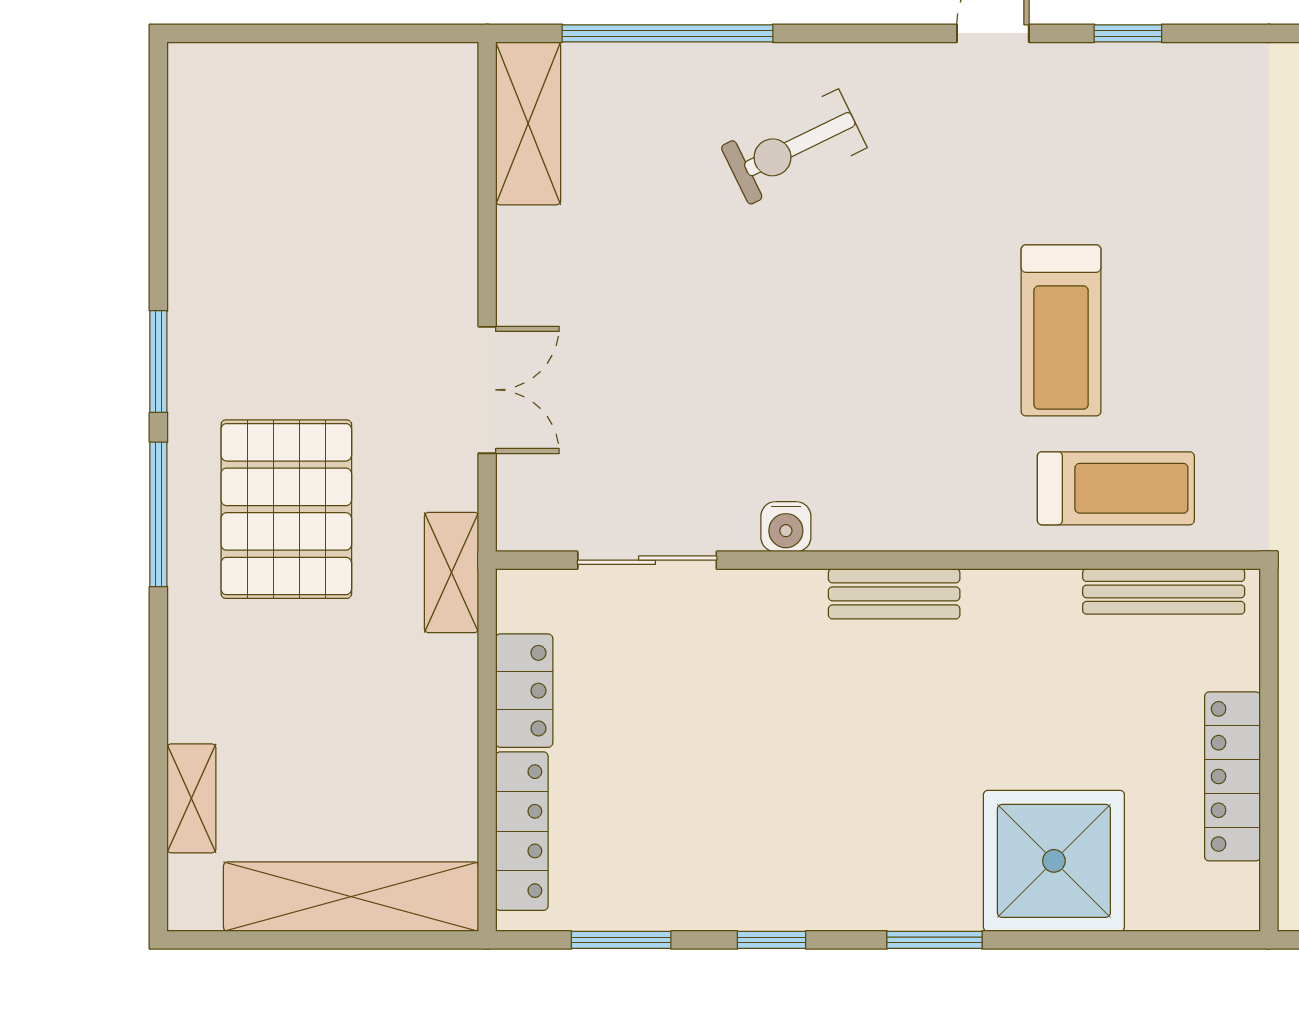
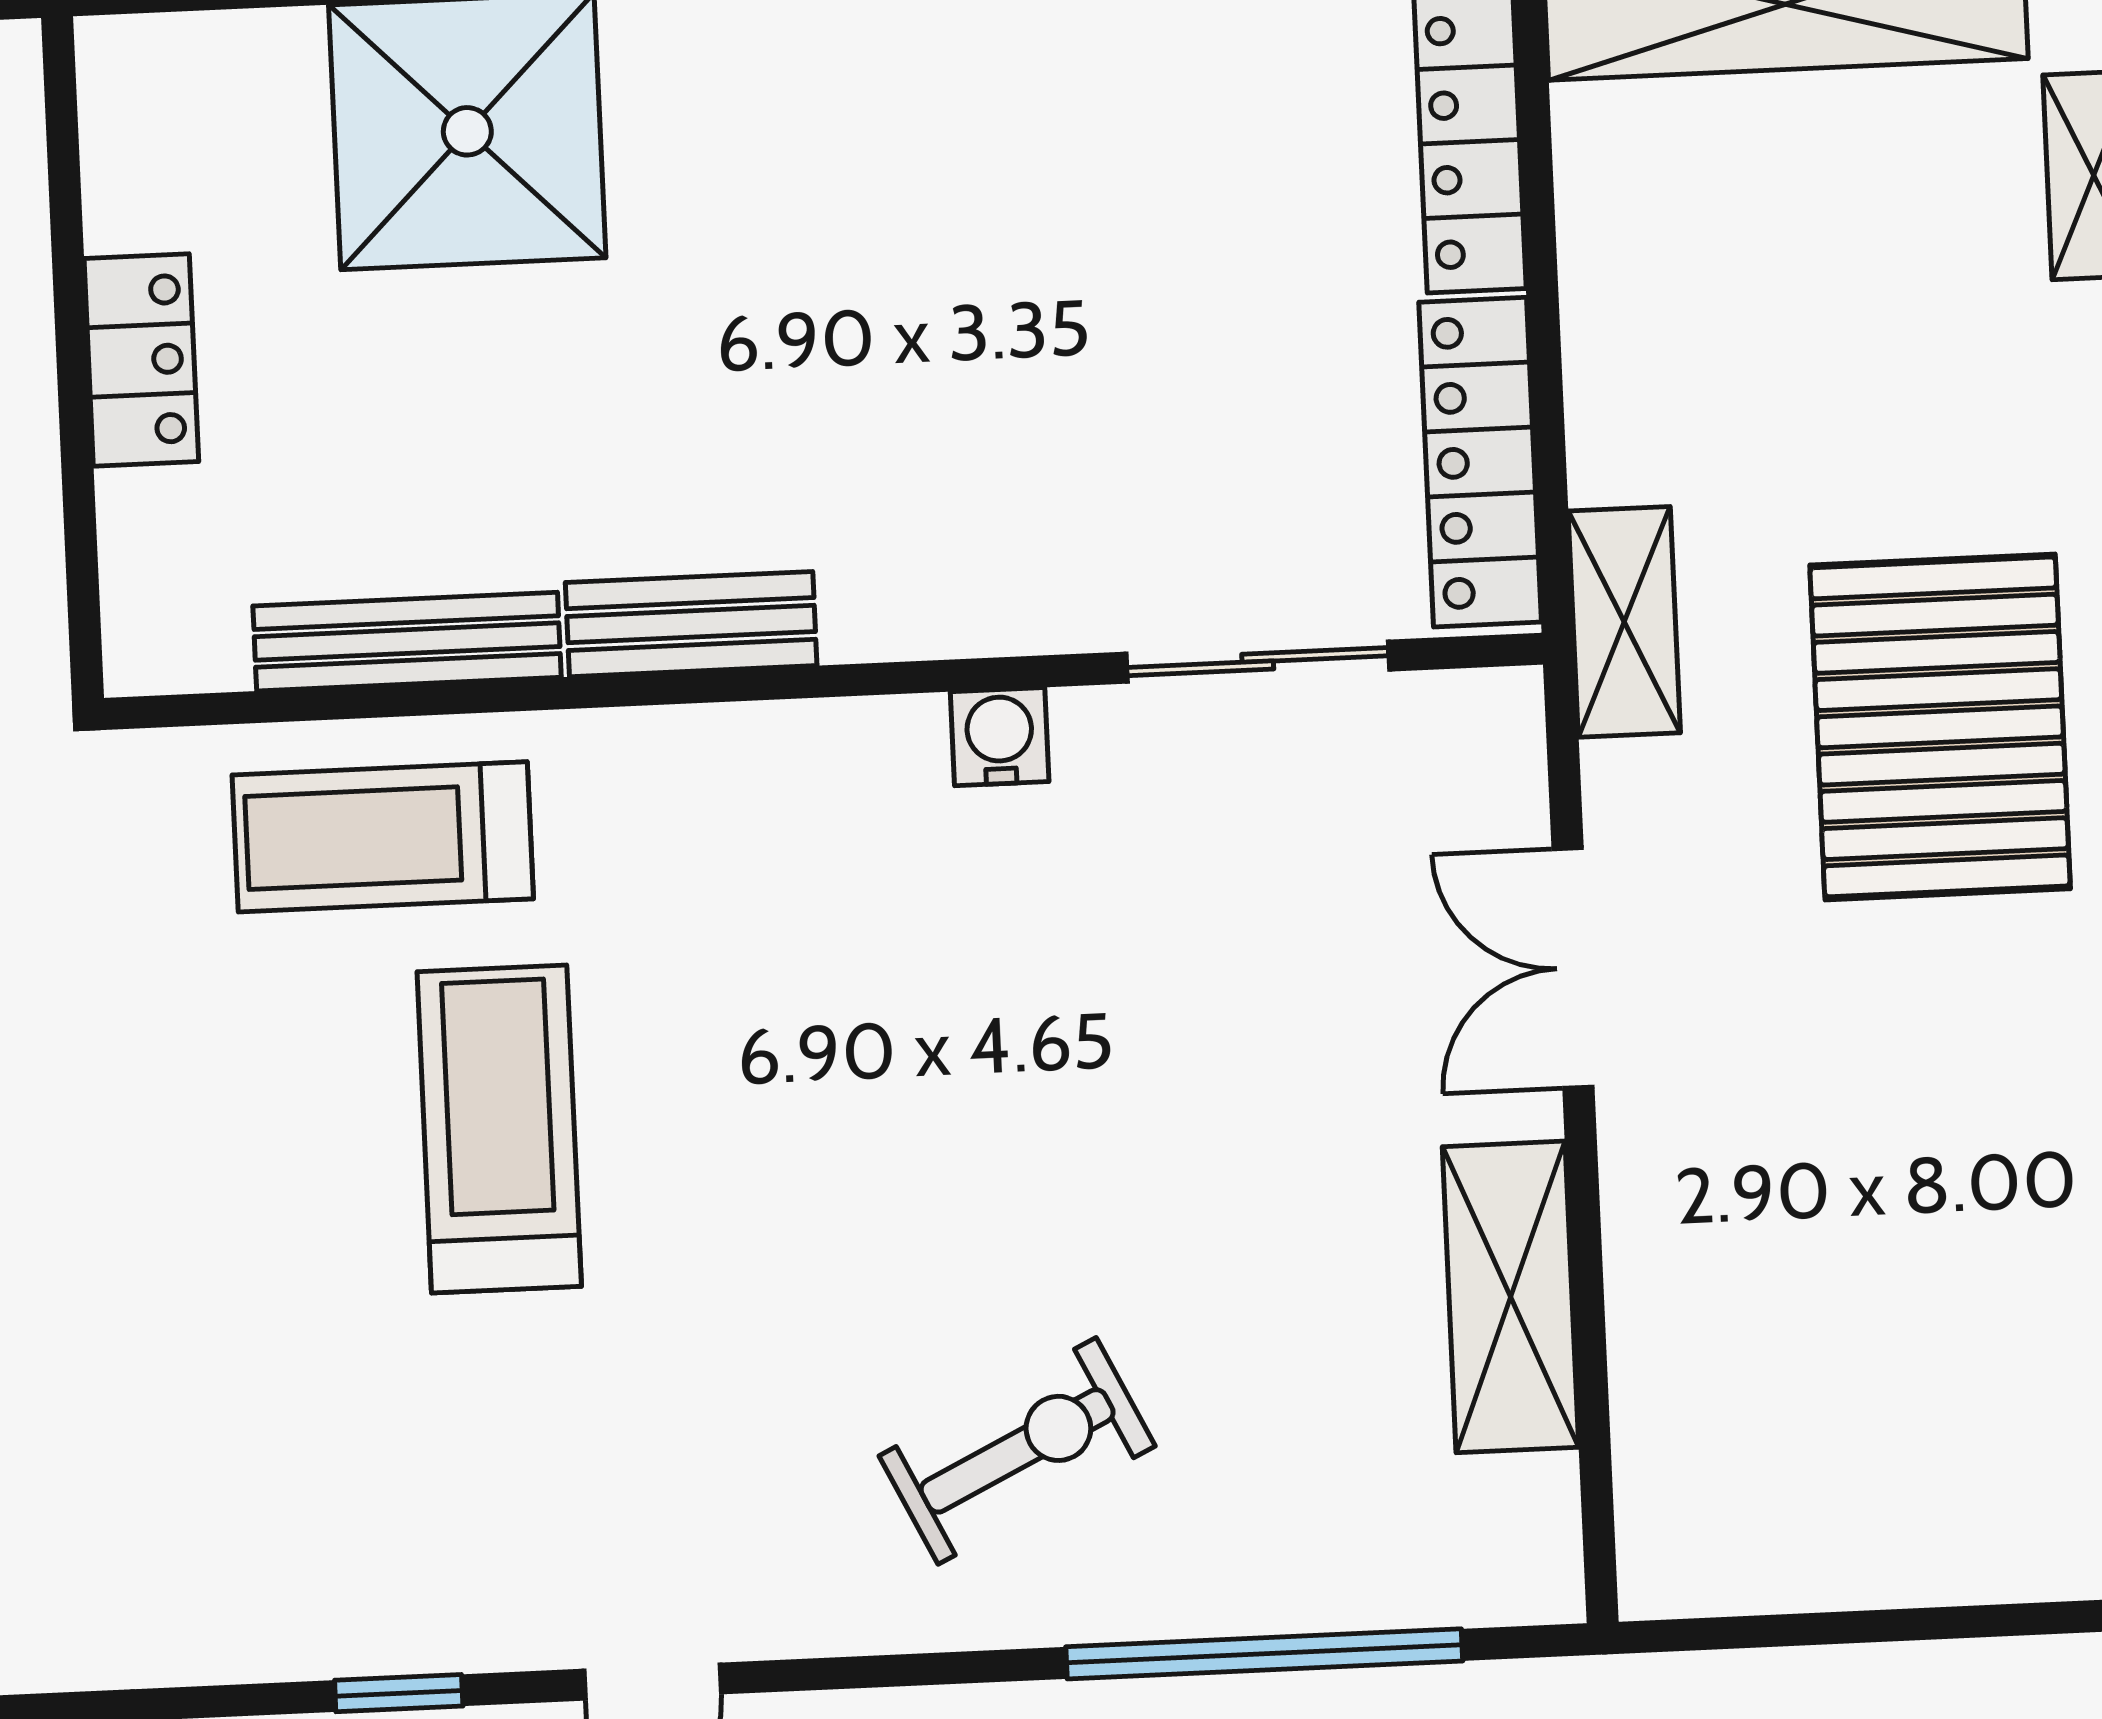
shelving: (528, 123) -> (1510, 1297), moved
bench: (1164, 591) -> (407, 642), moved
bench: (894, 594) -> (691, 624), moved
locker: (524, 691) -> (1480, 462), width x1.53
locker: (1233, 776) -> (141, 360), width x0.66

